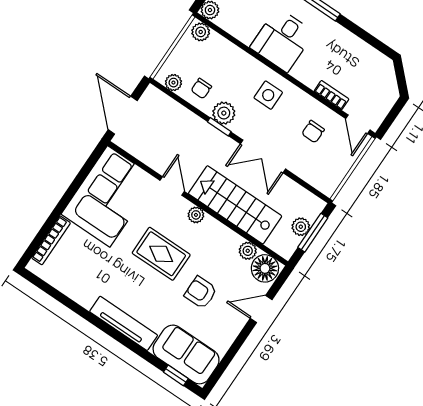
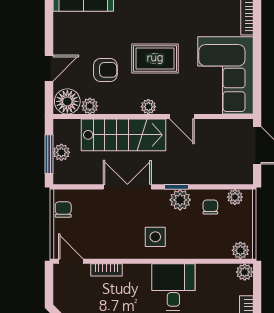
chair: (313, 132) -> (63, 209), moved
armchair: (201, 292) -> (105, 70), moved

